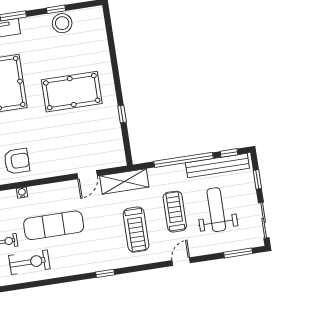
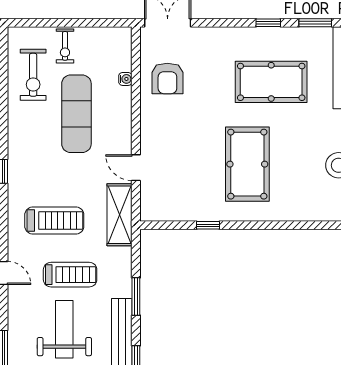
window: (184, 160) -> (136, 296), width x0.47
weight bench: (216, 210) -> (64, 329), turned -90
treadmill: (136, 230) -> (54, 220), turned 180

